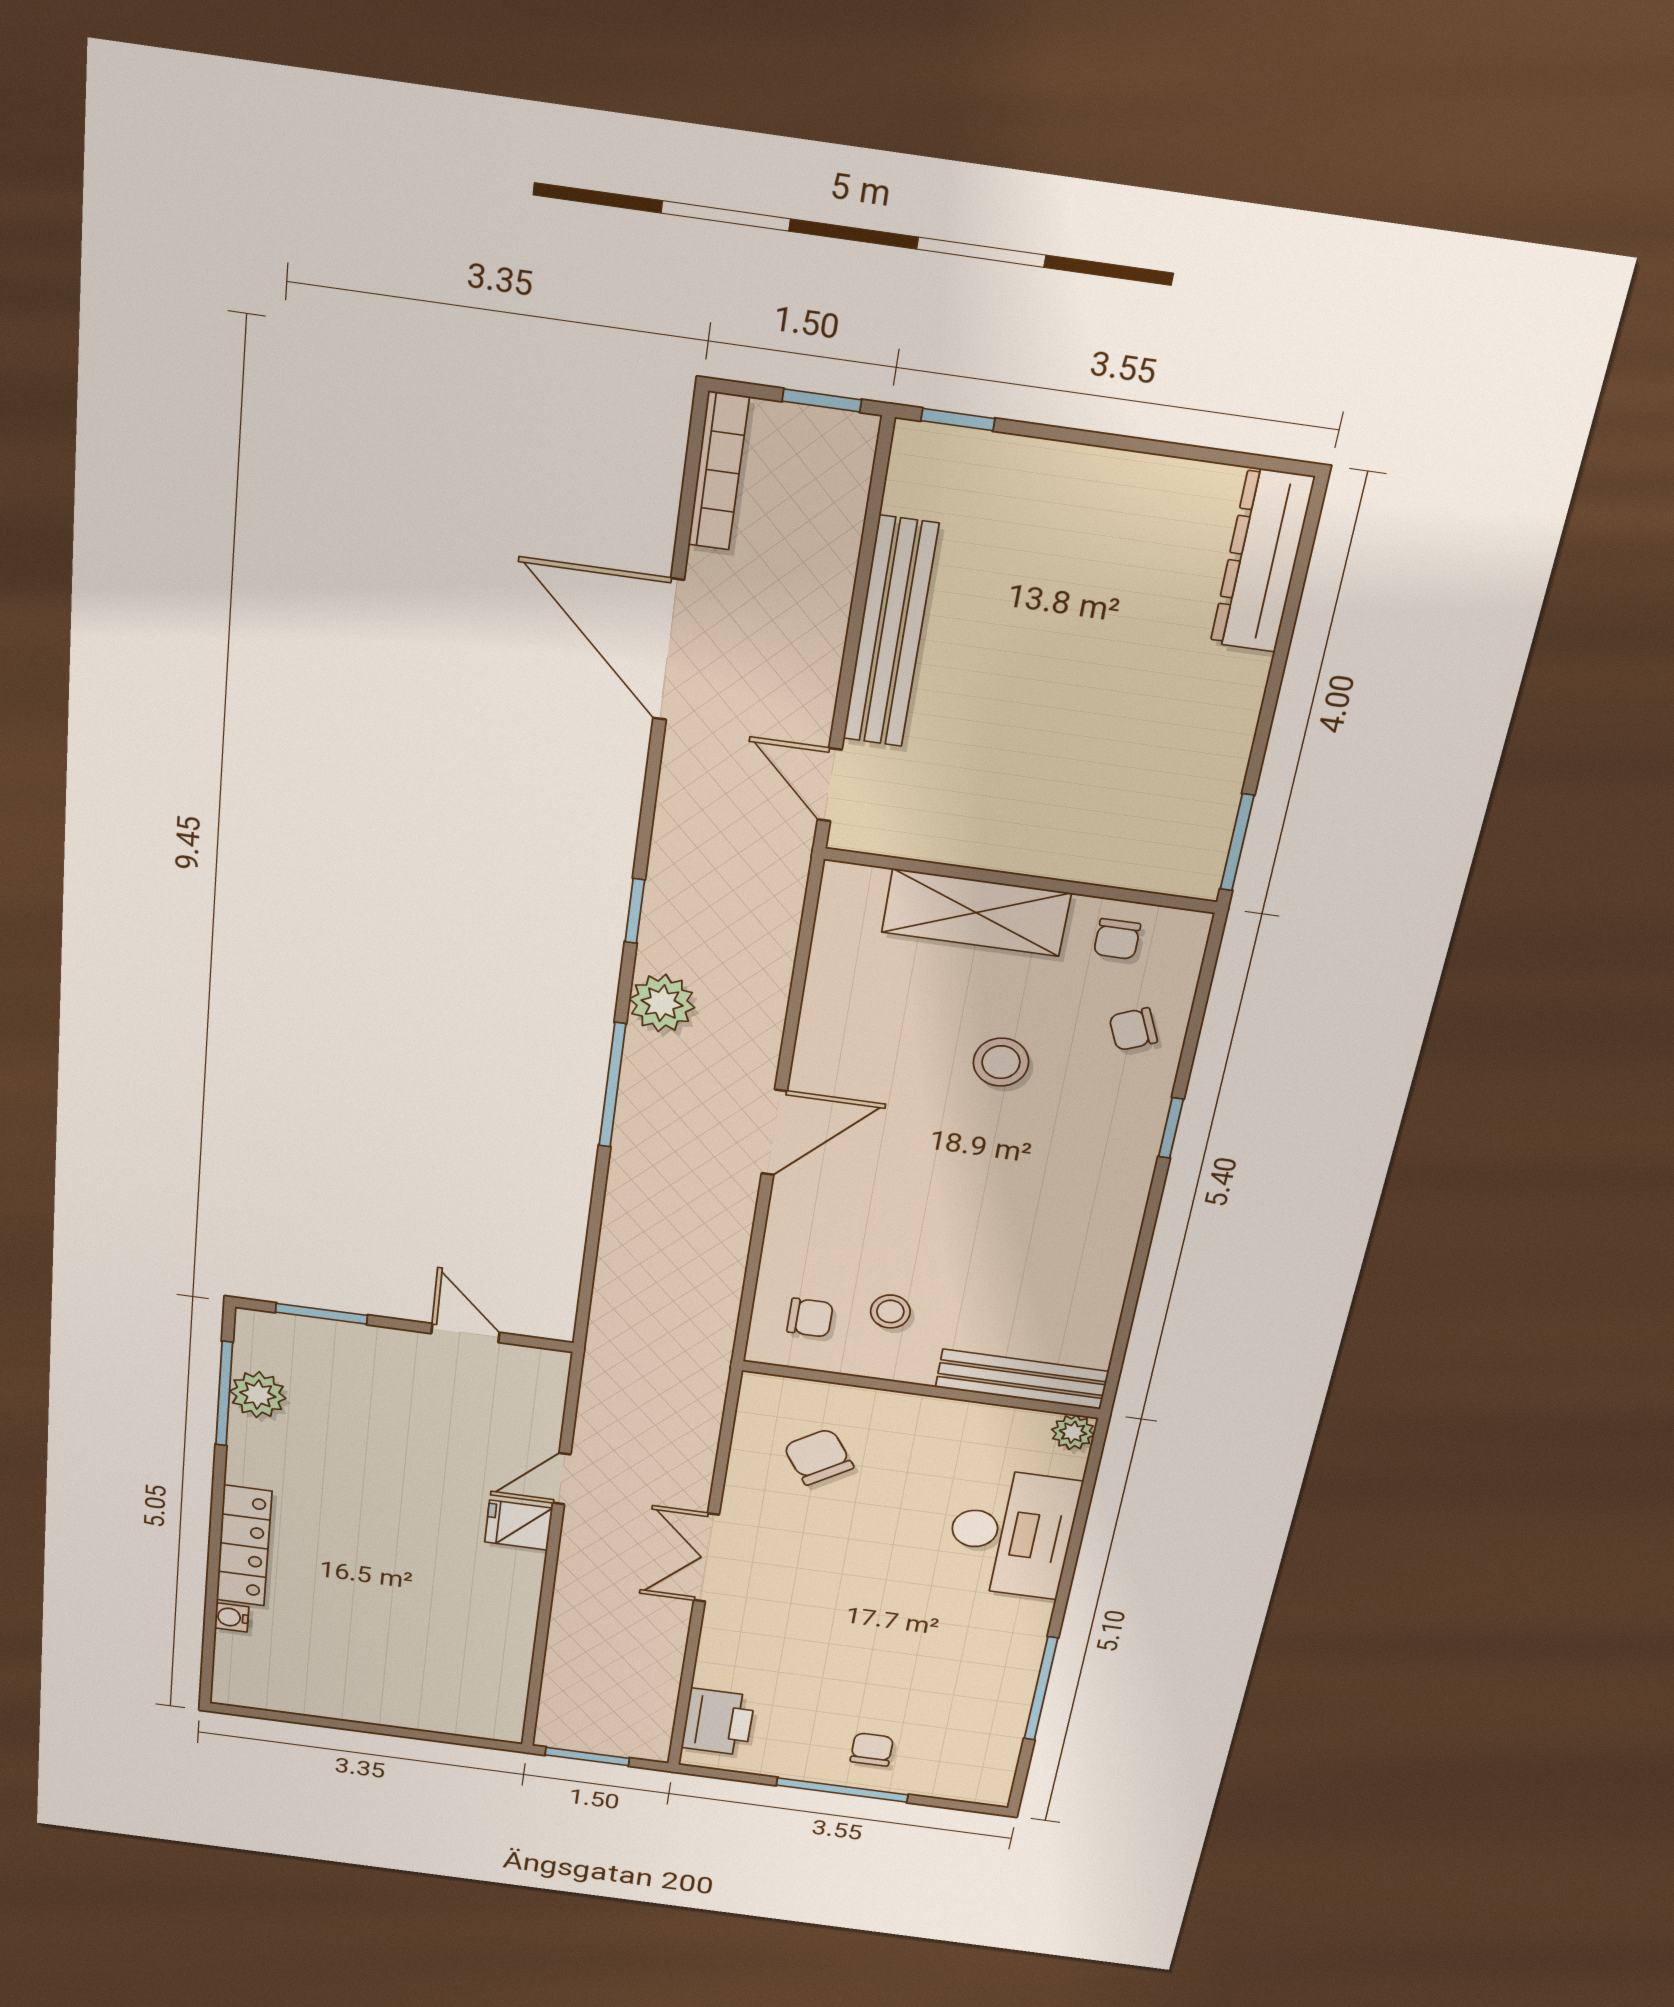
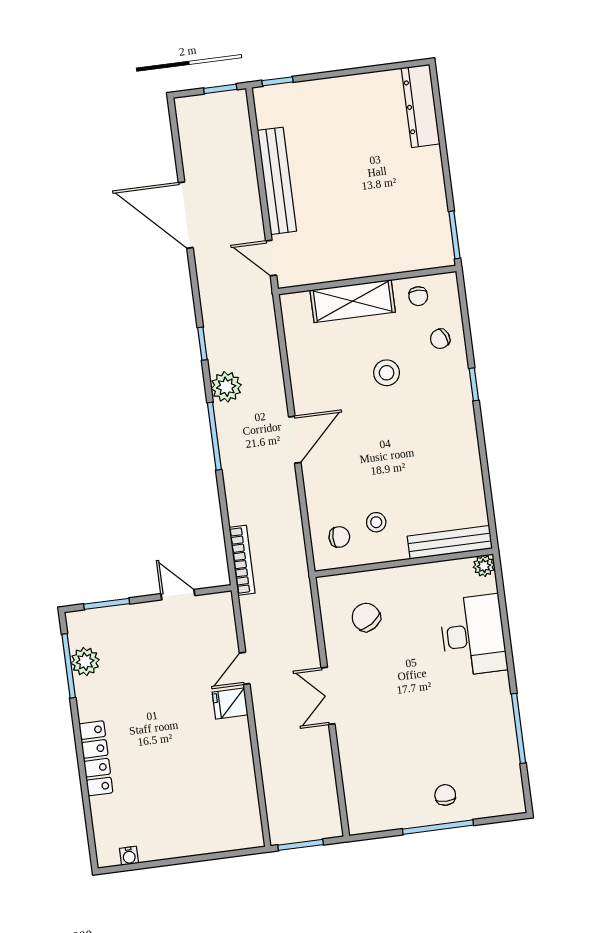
bookcase: (718, 471) -> (242, 560), moved
water cooler: (232, 1617) -> (129, 856), moved, turned -90
printer: (718, 1722) -> (362, 801), removed

